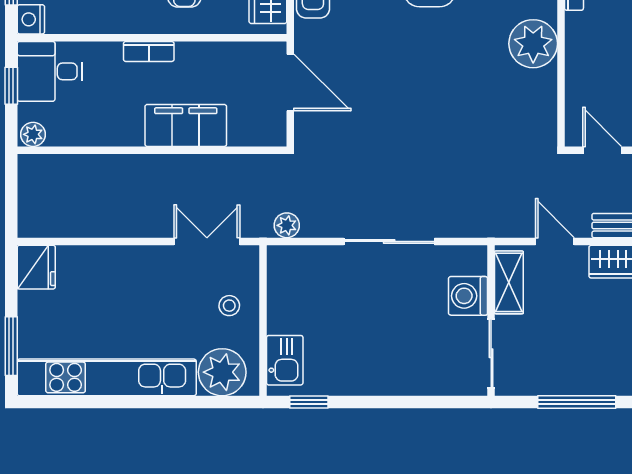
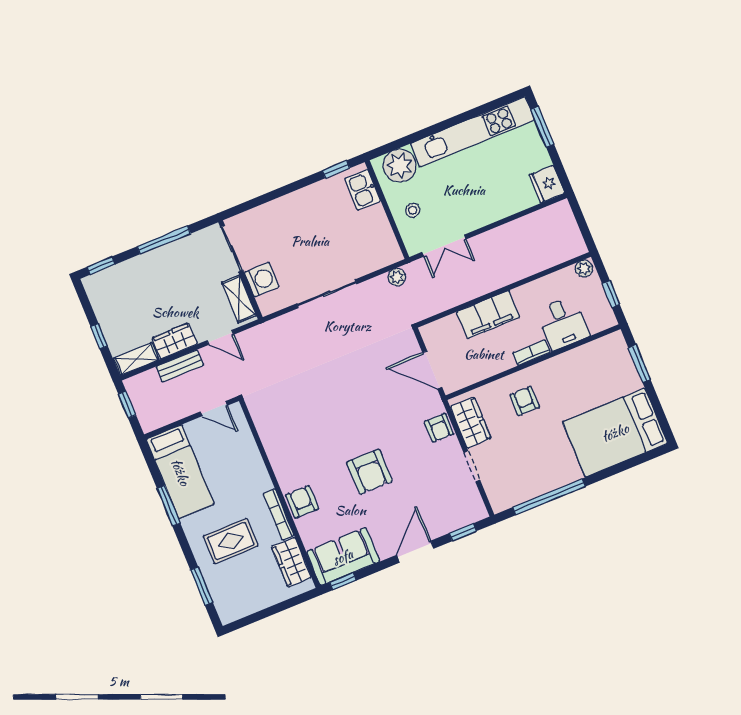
nightstand: (31, 19) -> (616, 342), removed
plant: (533, 44) -> (286, 459), removed
desk: (50, 71) -> (563, 323), moved, turned 90

